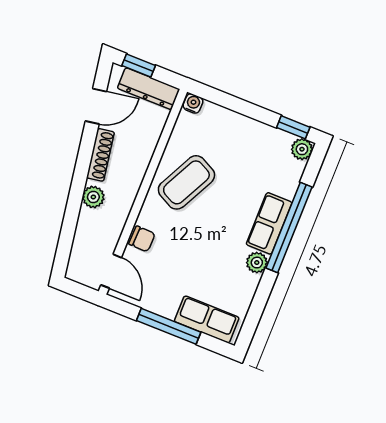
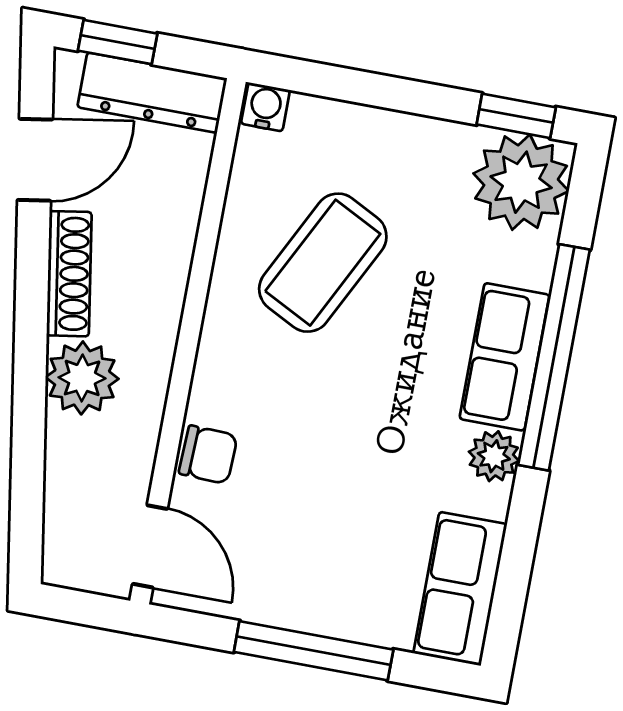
plant: (302, 149) -> (521, 182), width x1.87, depth x1.87
coffee table: (186, 182) -> (323, 263), moved
plant: (93, 197) -> (82, 378), width x1.38, depth x1.38
row of seats: (207, 319) -> (460, 589), moved, turned -90

